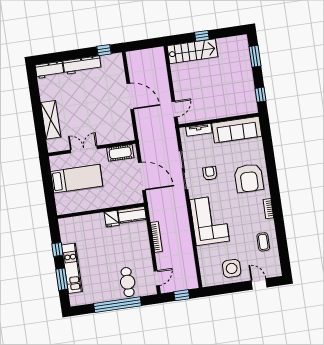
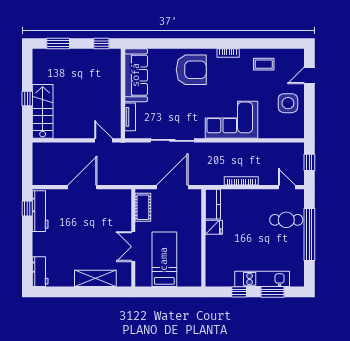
workbench: (82, 65) -> (40, 211), moved
armchair: (210, 173) -> (180, 112), removed

